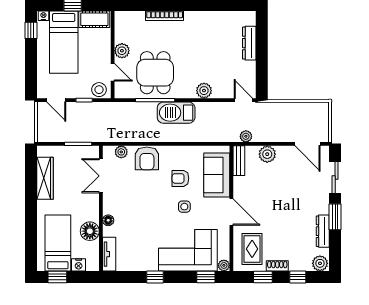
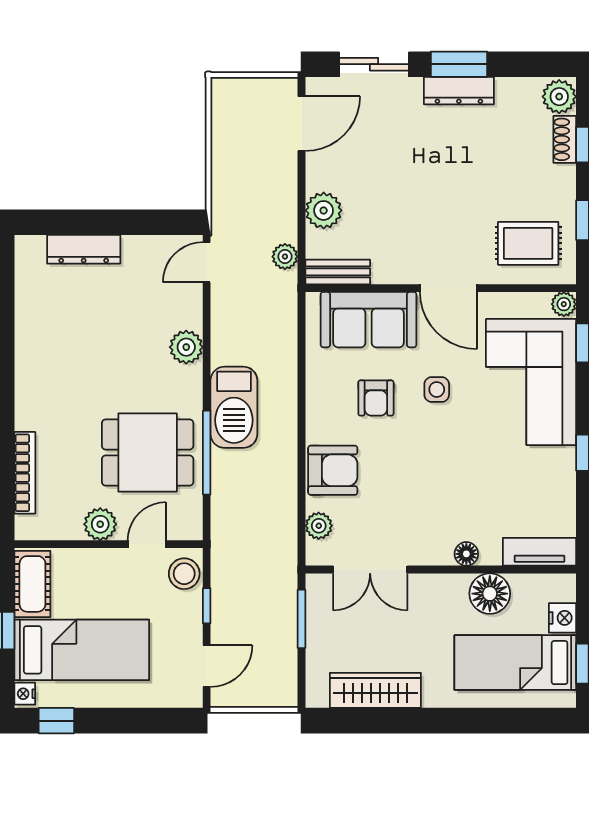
bookcase: (165, 16) -> (25, 473), moved
door: (231, 212) -> (448, 288), swing flipped
dresser: (323, 231) -> (459, 91), moved
shoe rack: (277, 266) -> (565, 139), moved

